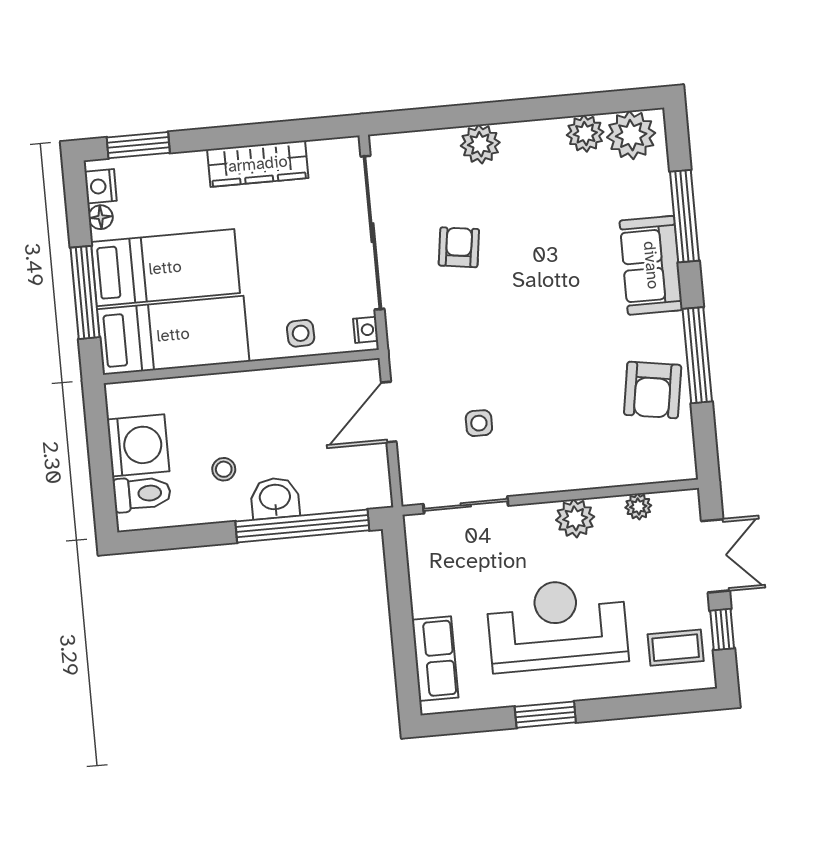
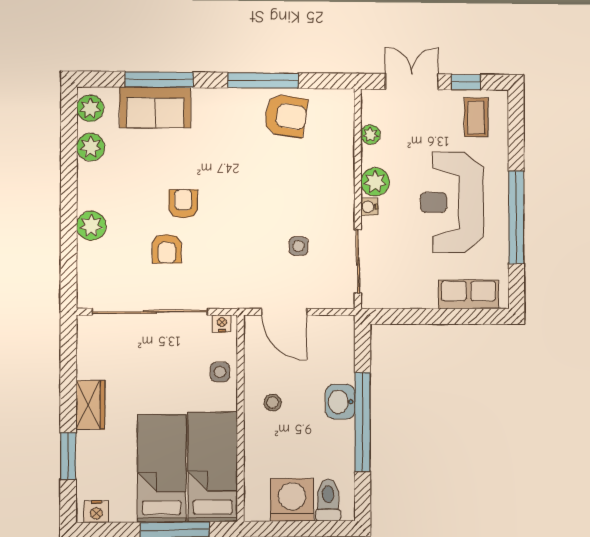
plant: (631, 135) -> (90, 108), width x0.73, depth x0.73
window: (138, 145) -> (68, 456), moved
wardrobe: (258, 164) -> (90, 405), width x0.67
floor lamp: (101, 217) -> (120, 513), removed
armchair: (459, 247) -> (167, 249), turned -98
armchair: (521, 264) -> (183, 204), added
sofa: (651, 265) -> (155, 108), moved
stool: (224, 469) -> (273, 403), moved
water cooler: (541, 514) -> (369, 207), added
window: (302, 526) -> (363, 422), moved
window: (545, 715) -> (516, 217), width x2.11

